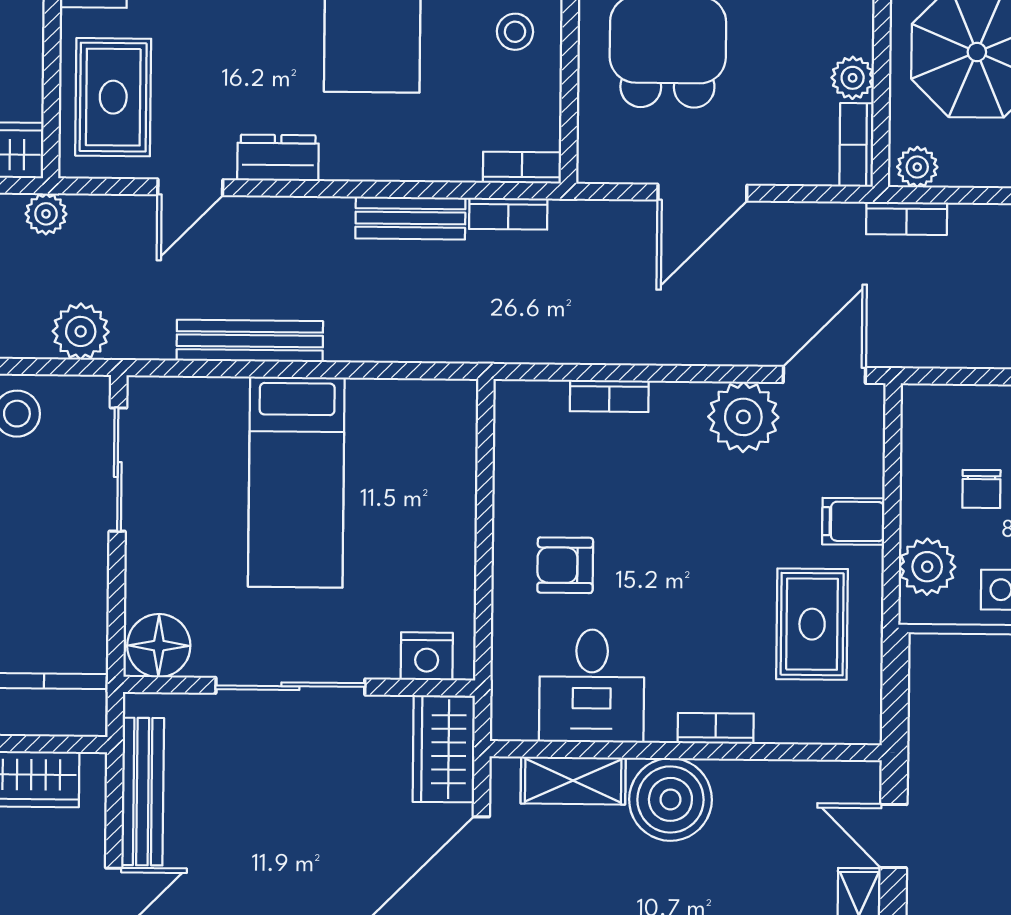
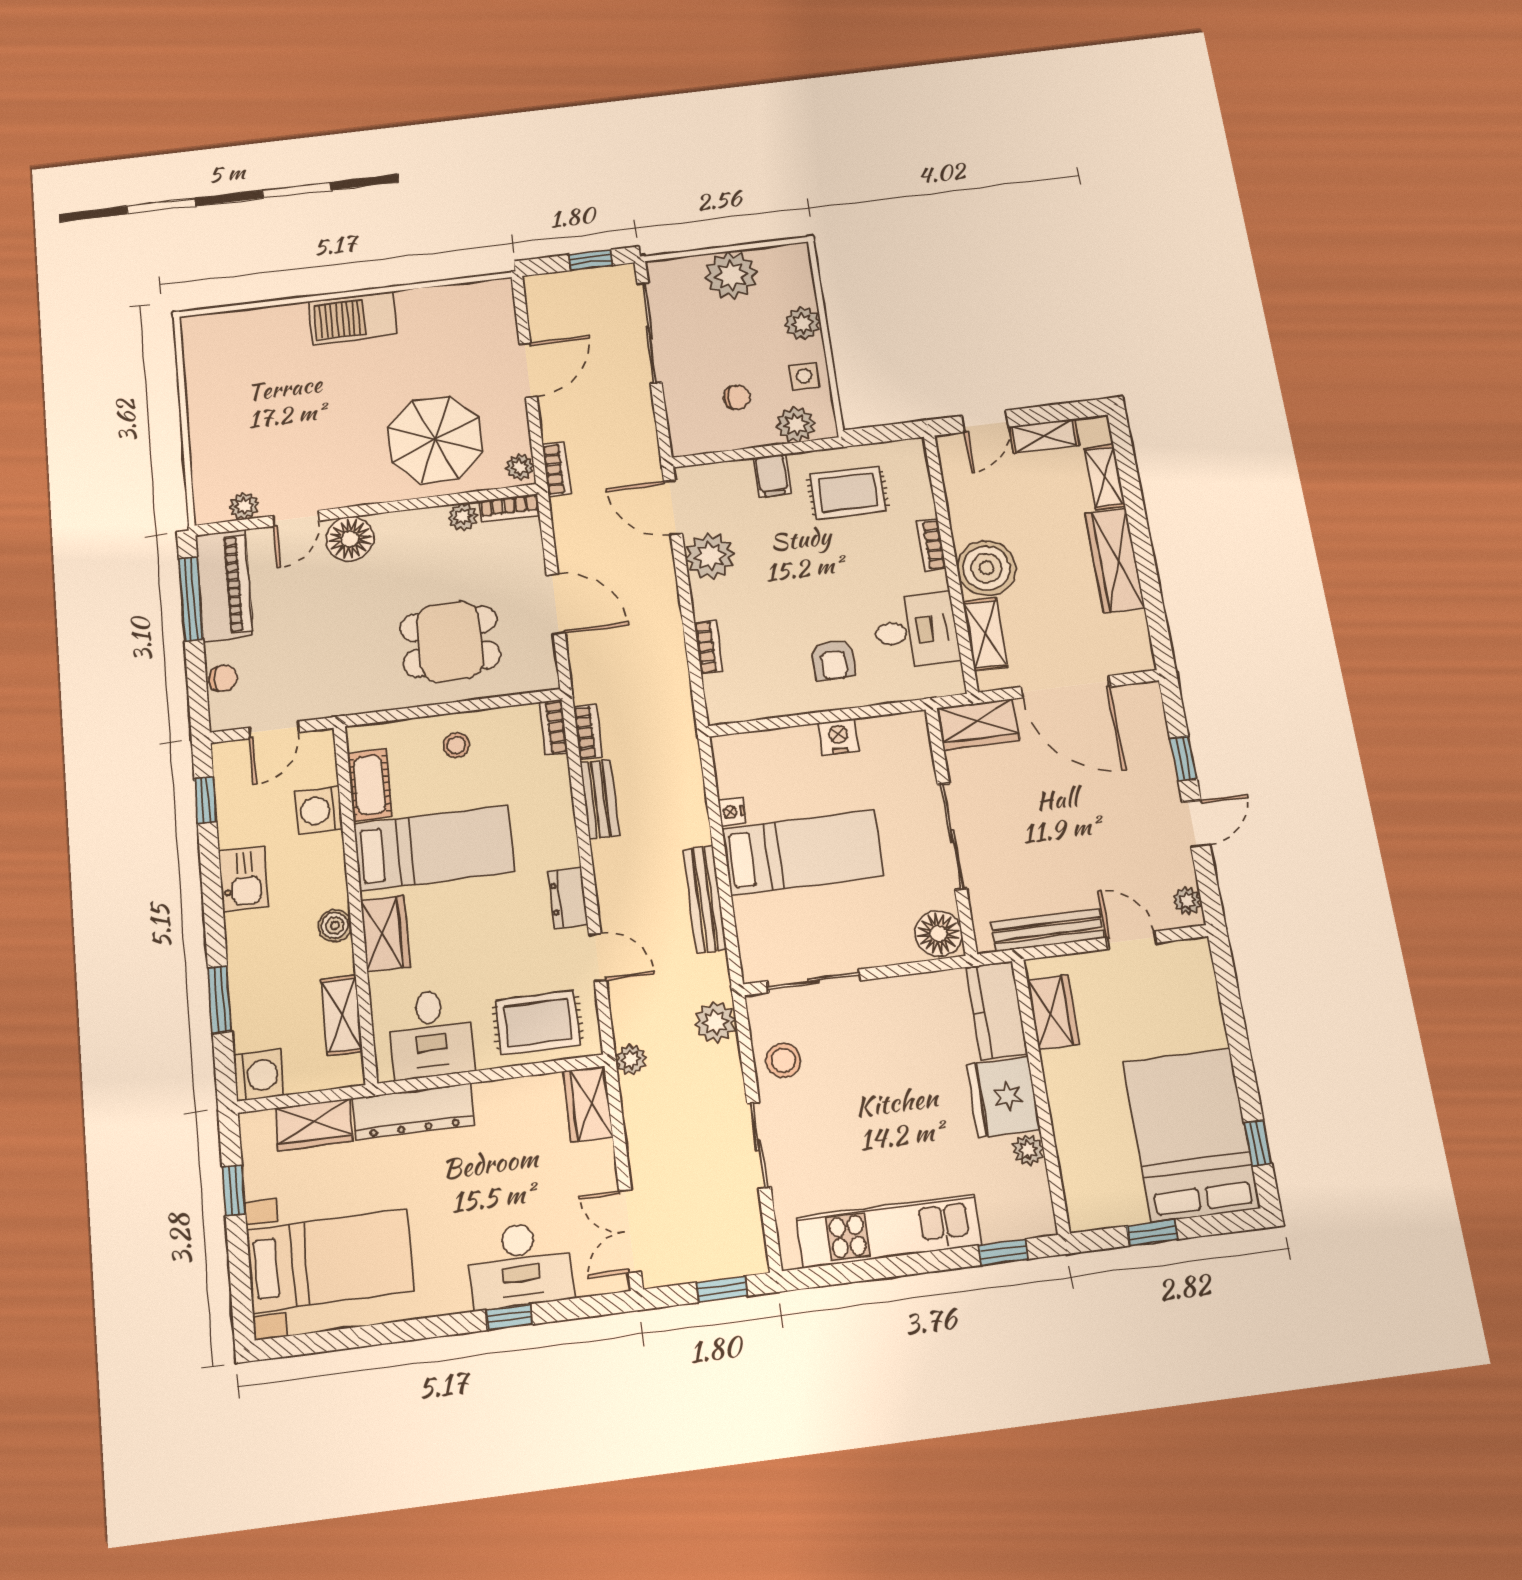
nightstand: (367, 395) -> (732, 812), added
nightstand: (427, 656) -> (838, 737), moved, turned -90

